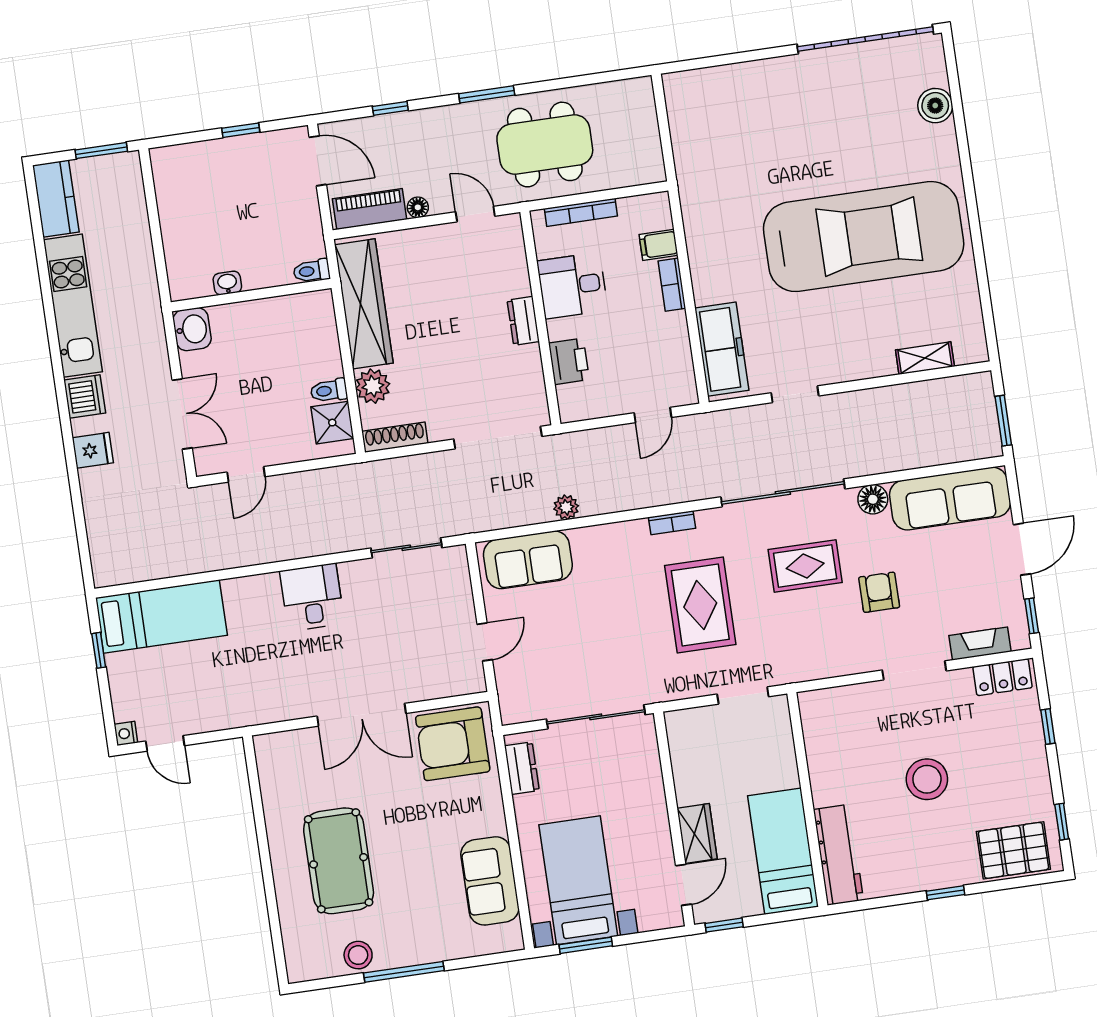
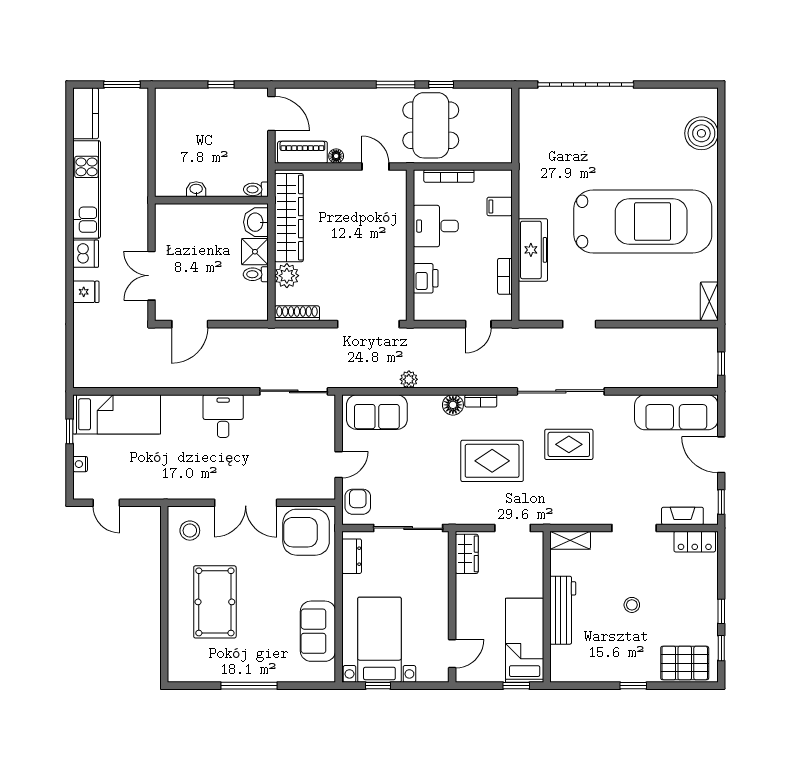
garage door: (865, 39) -> (586, 85), moved
boiler: (935, 106) -> (701, 133), width x1.37, depth x1.37
window: (390, 108) -> (441, 85), moved
dining table: (545, 145) -> (431, 125), turned 90
bookcase: (672, 285) -> (505, 276), moved
dresser: (523, 321) -> (398, 246), removed
washbasin: (192, 329) -> (256, 222), moved, turned 180
freezer: (722, 349) -> (533, 250), moved
shelving: (925, 358) -> (709, 301), moved, turned 90
double door: (182, 414) -> (152, 276), swing flipped
window: (1003, 421) -> (721, 364), width x0.67
shower: (332, 423) -> (255, 252), moved
door: (246, 474) -> (190, 324), width x1.38
floor lamp: (873, 499) -> (453, 405), moved
sliding door: (406, 548) -> (294, 391), width x1.37
door: (1022, 549) -> (721, 455), swing flipped
armchair: (879, 592) -> (358, 502), moved
rug: (700, 605) -> (492, 461), turned 90
shelving: (827, 701) -> (570, 540), added
window: (1048, 727) -> (721, 611), moved
nightstand: (126, 733) -> (80, 464), moved
stool: (927, 779) -> (632, 605), width x0.53, depth x0.53
wardrobe: (697, 833) -> (467, 554), moved
workbench: (838, 855) -> (563, 610), moved
window: (724, 925) -> (516, 686), moved
window: (586, 945) -> (378, 686), width x0.67
stool: (358, 955) -> (190, 531), moved

